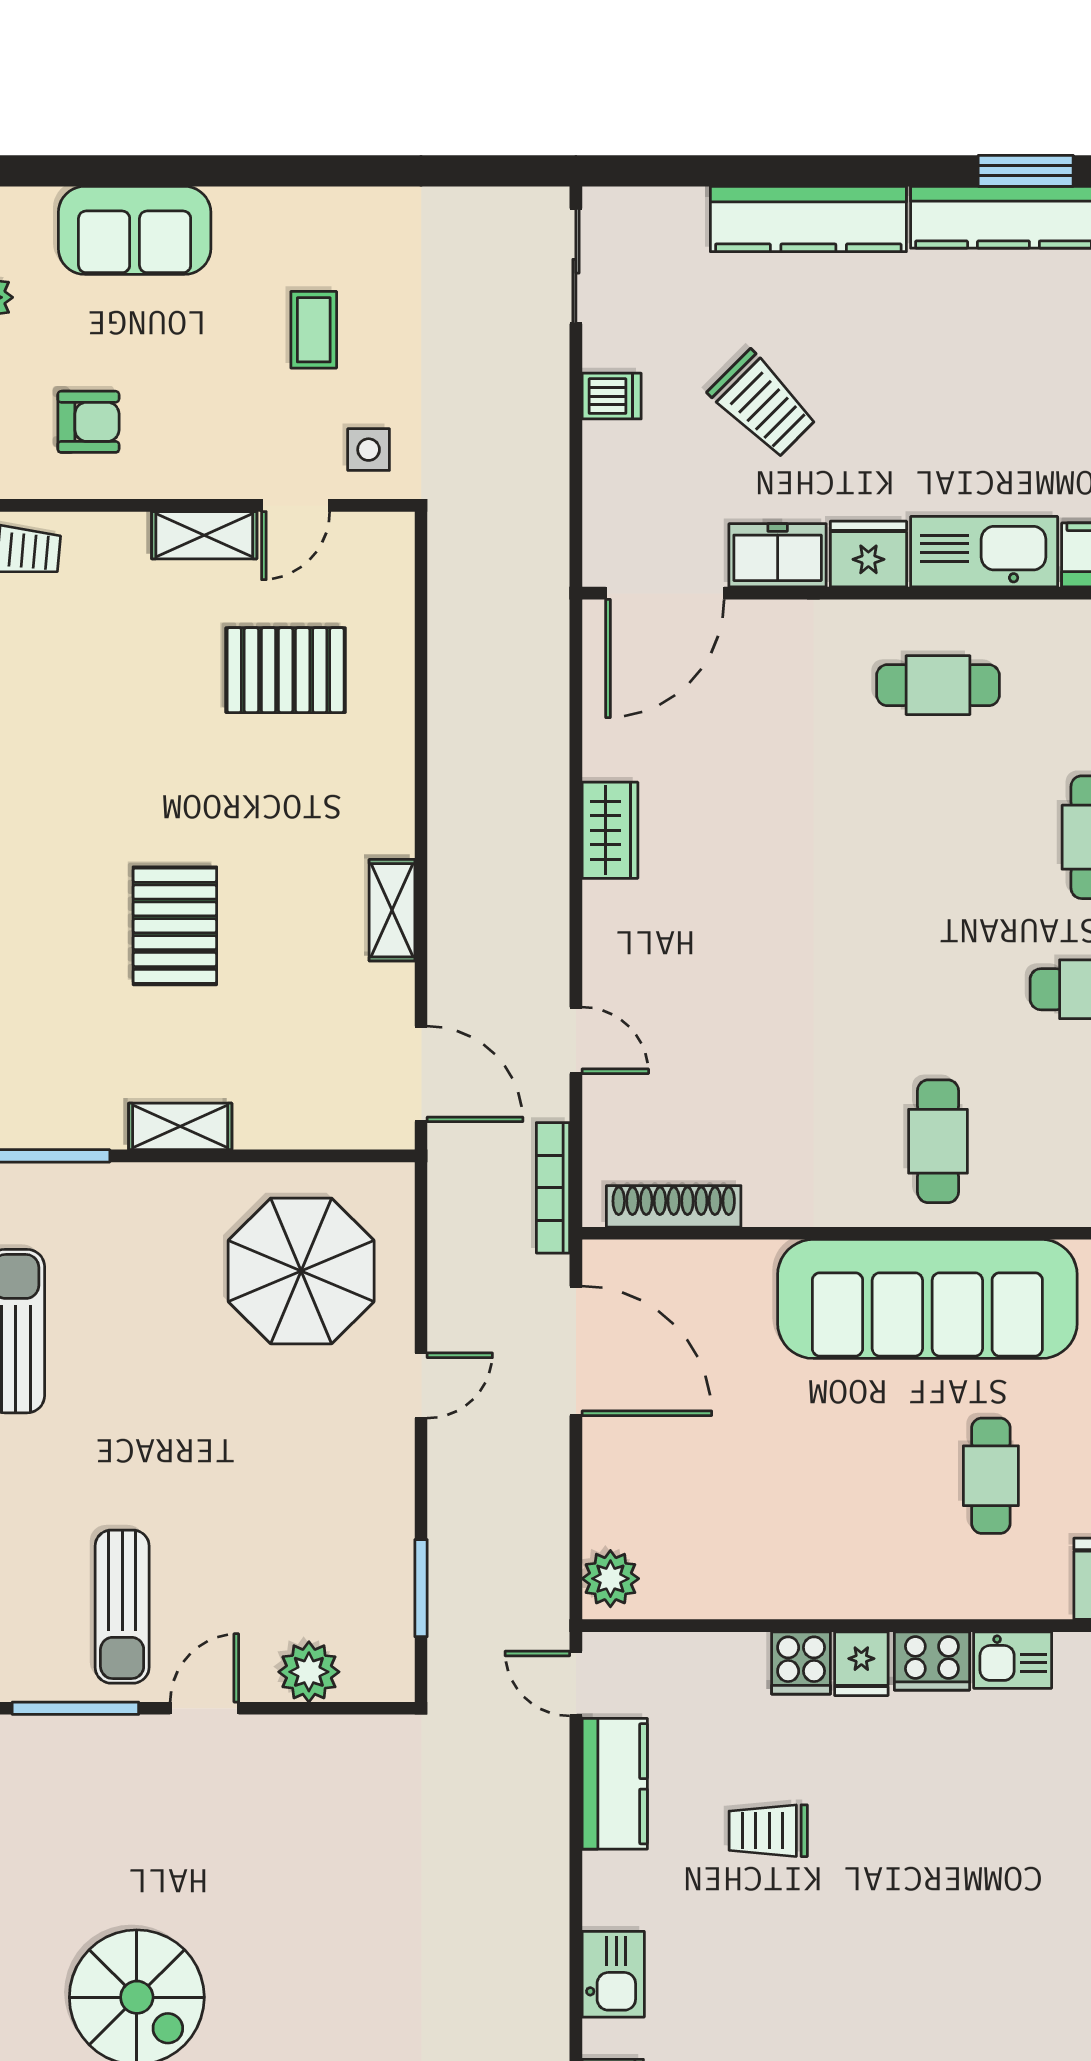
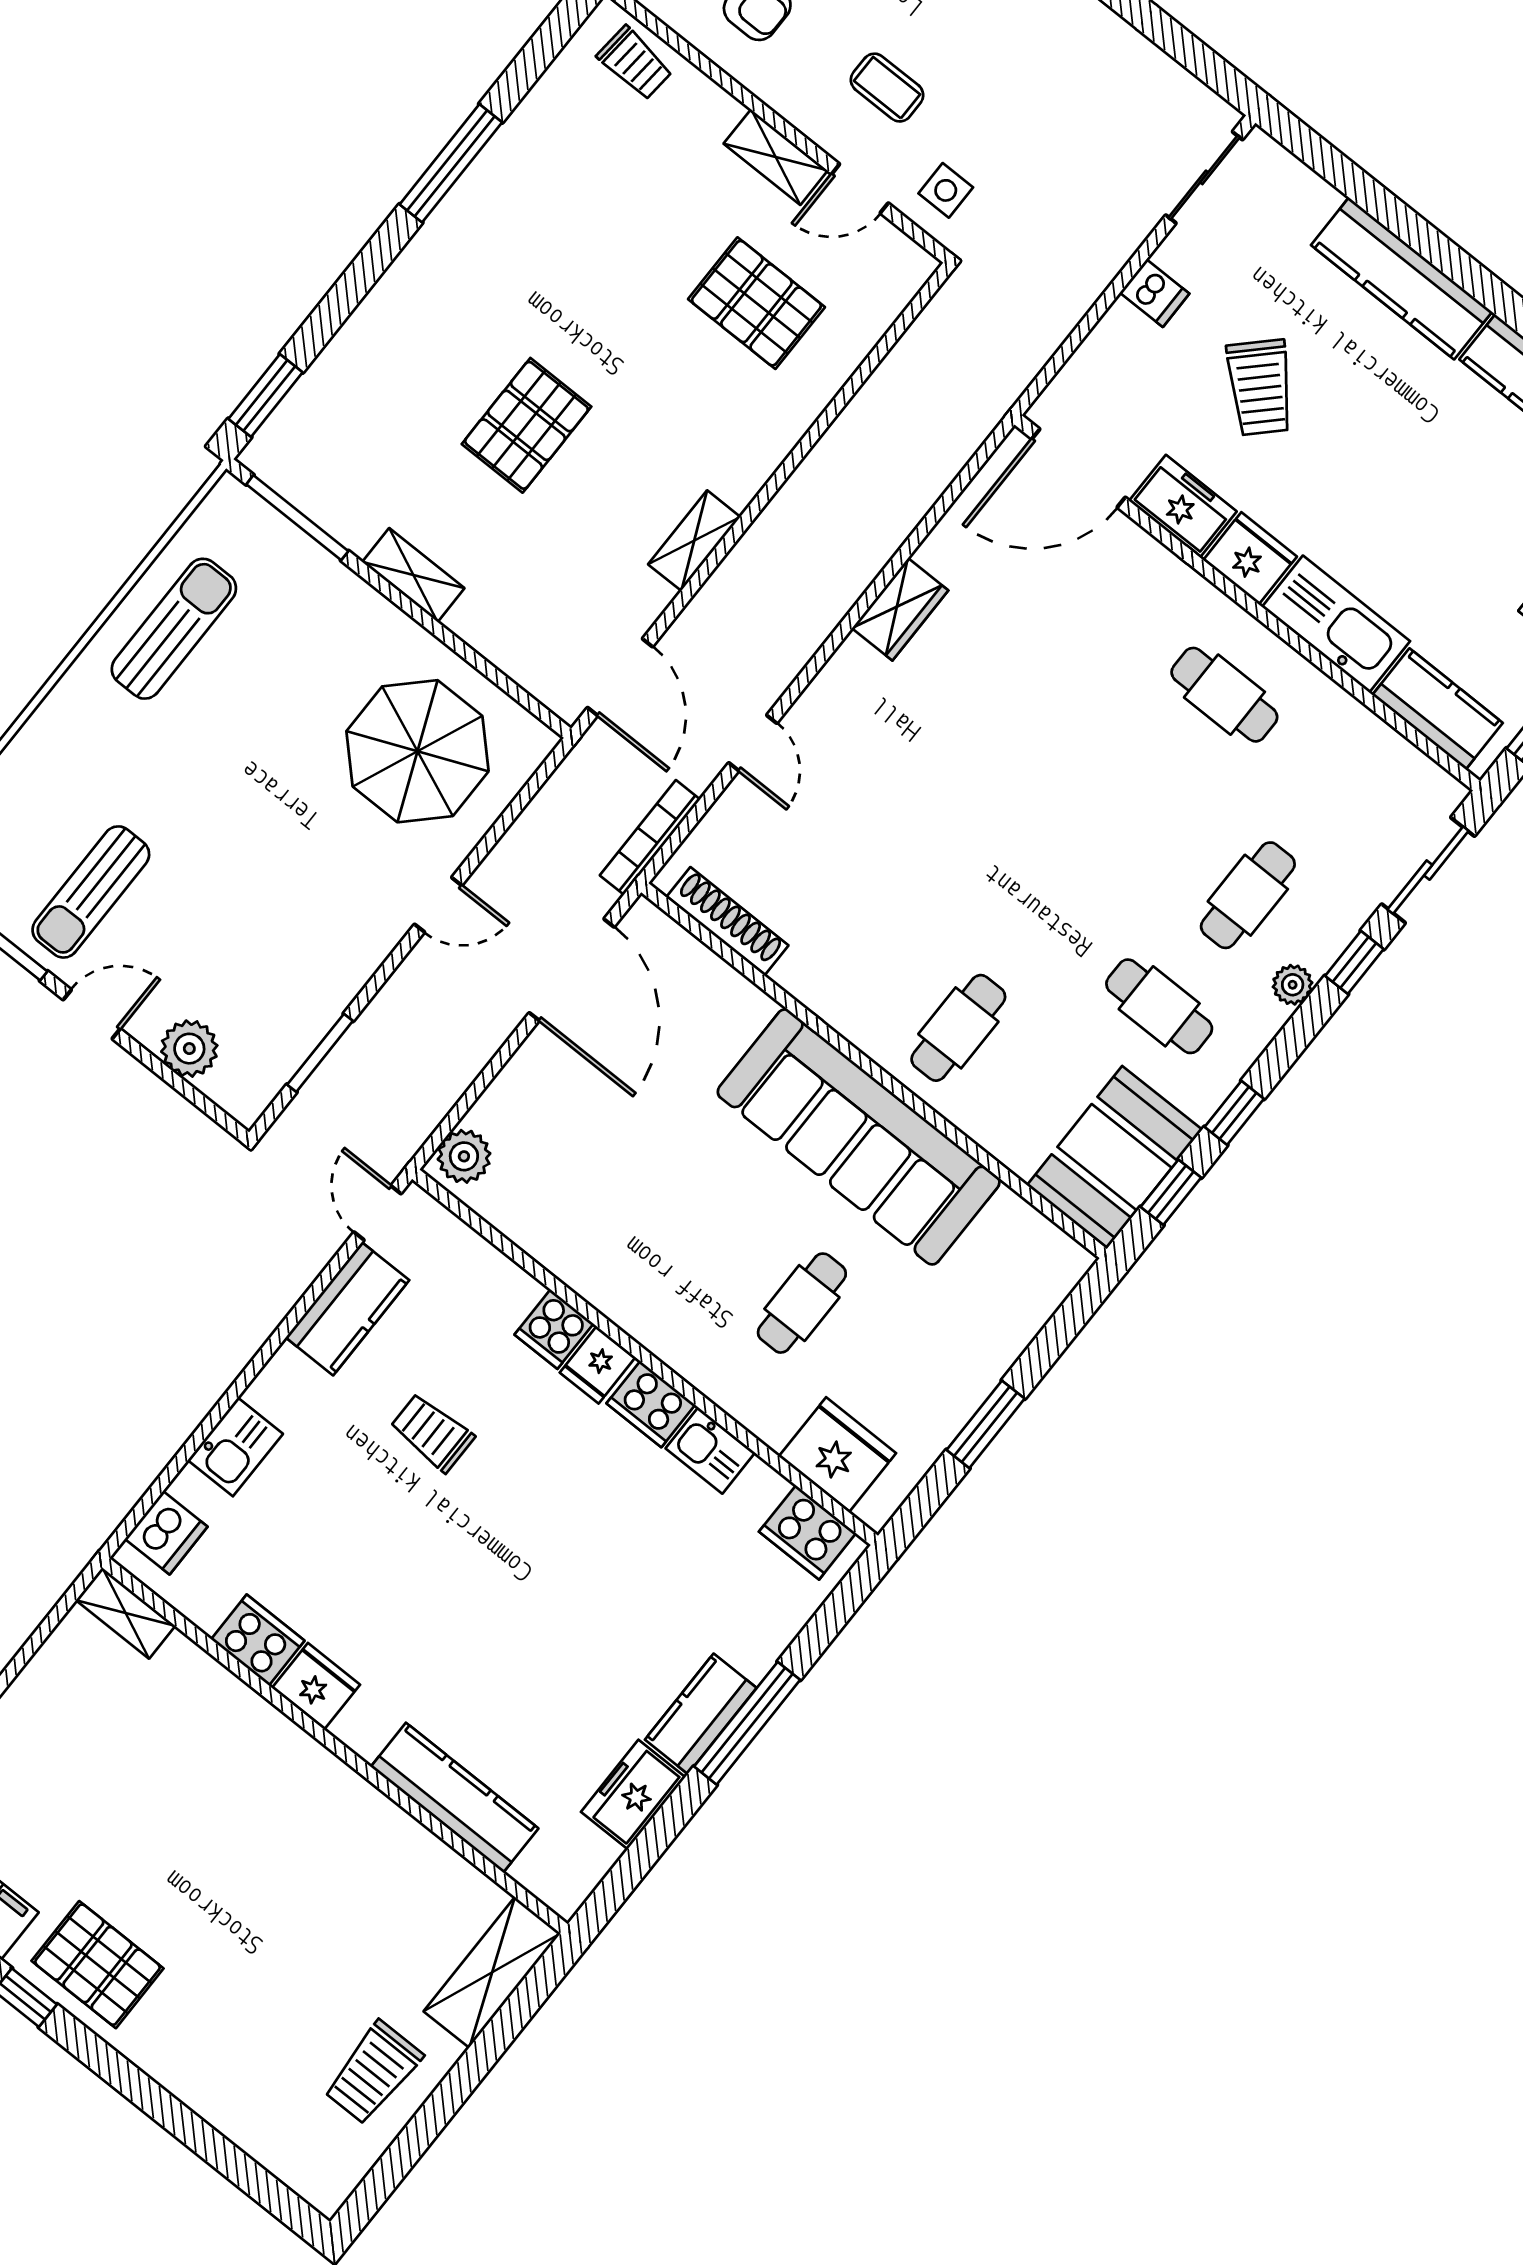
coffee table: (314, 330) -> (887, 88), moved, turned 90

